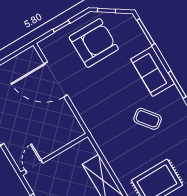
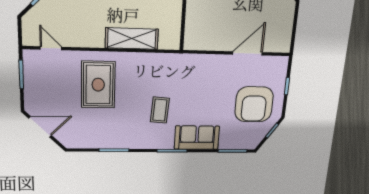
door: (56, 79) -> (248, 53), width x0.73
coffee table: (148, 119) -> (160, 110), turned -48

